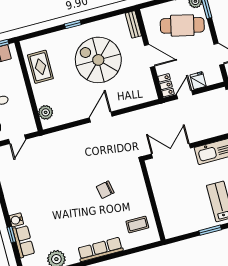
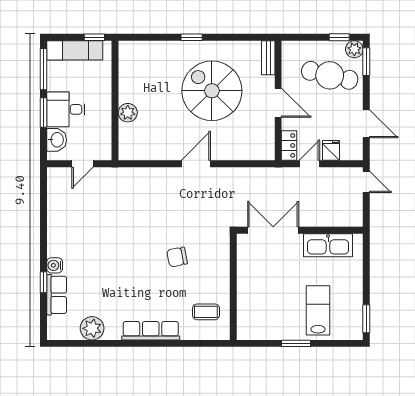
rug: (40, 67) -> (137, 80), removed
plant: (46, 112) -> (128, 113), moved

